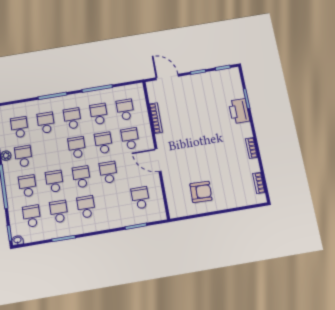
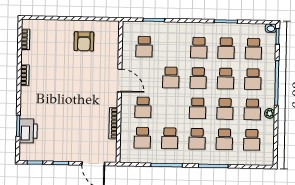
printer: (239, 111) -> (28, 131), moved
school desk: (104, 143) -> (225, 109), moved
armchair: (201, 192) -> (84, 41), turned -92

